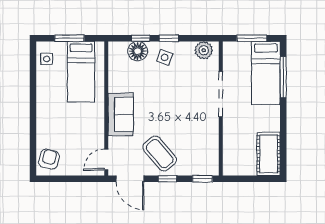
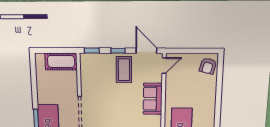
coffee table: (160, 154) -> (124, 70), turned 40
cot: (269, 154) -> (61, 62), moved, turned 90

